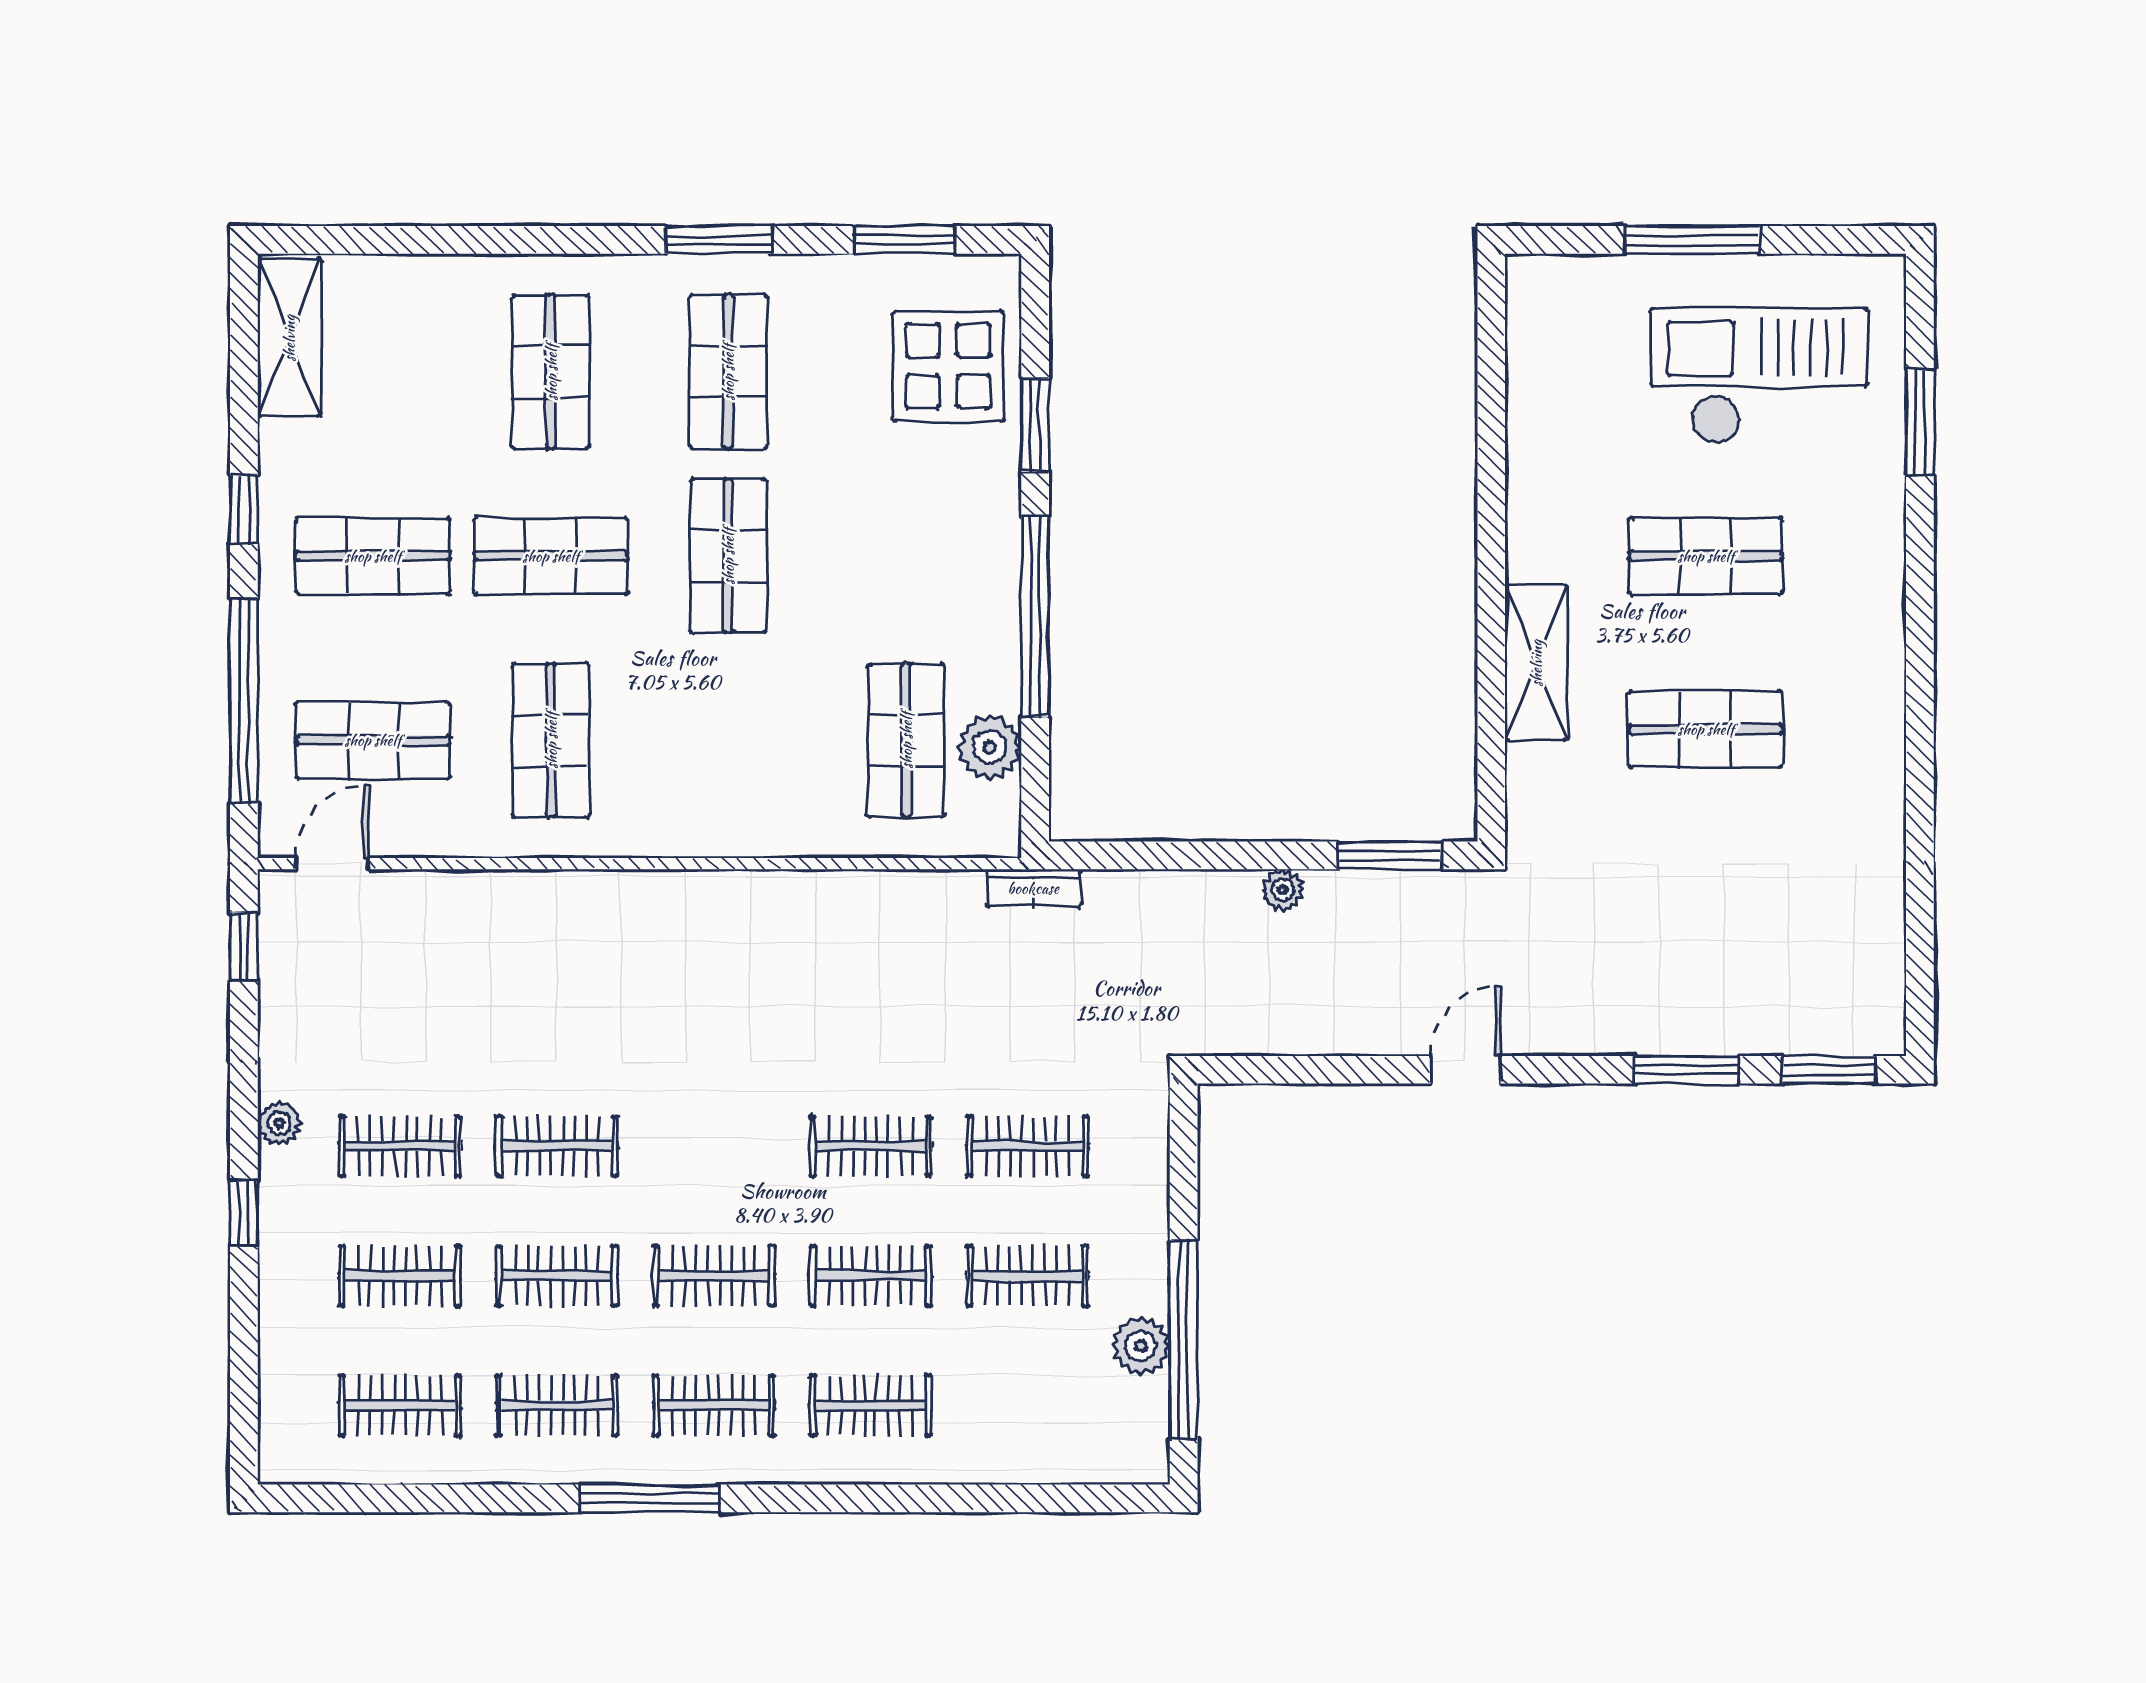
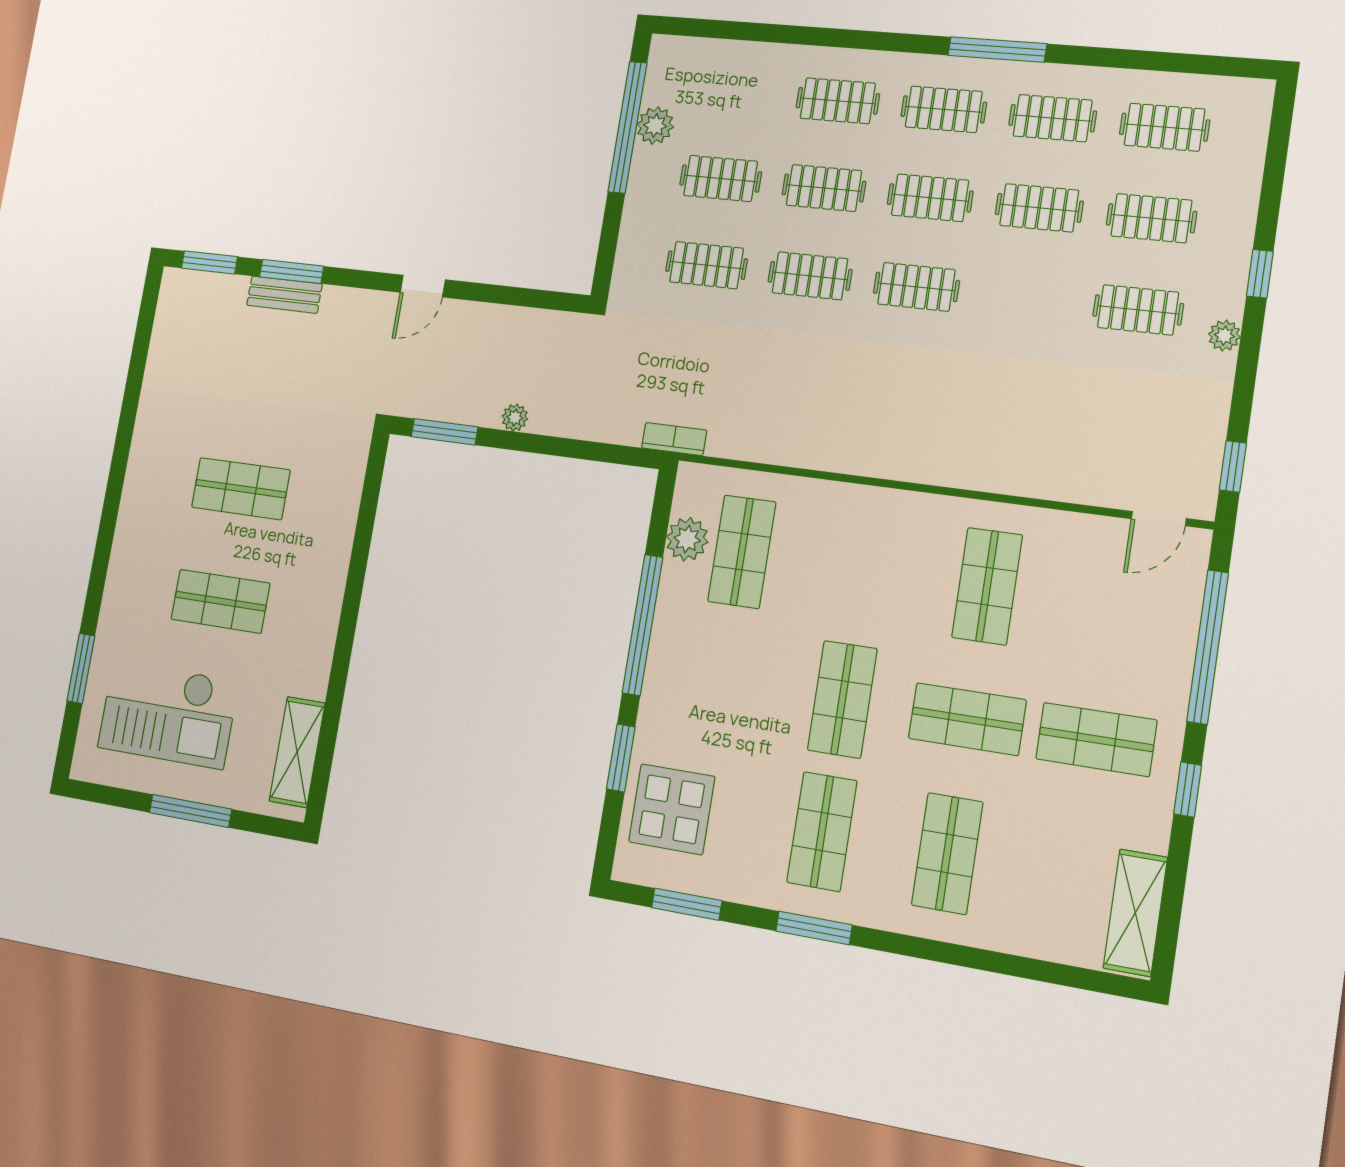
shelving: (1536, 663) -> (297, 752), moved
shop shelf: (373, 740) -> (1116, 604), removed
bench: (1691, 1033) -> (284, 295), added
clothes rail: (557, 1146) -> (916, 287), moved

